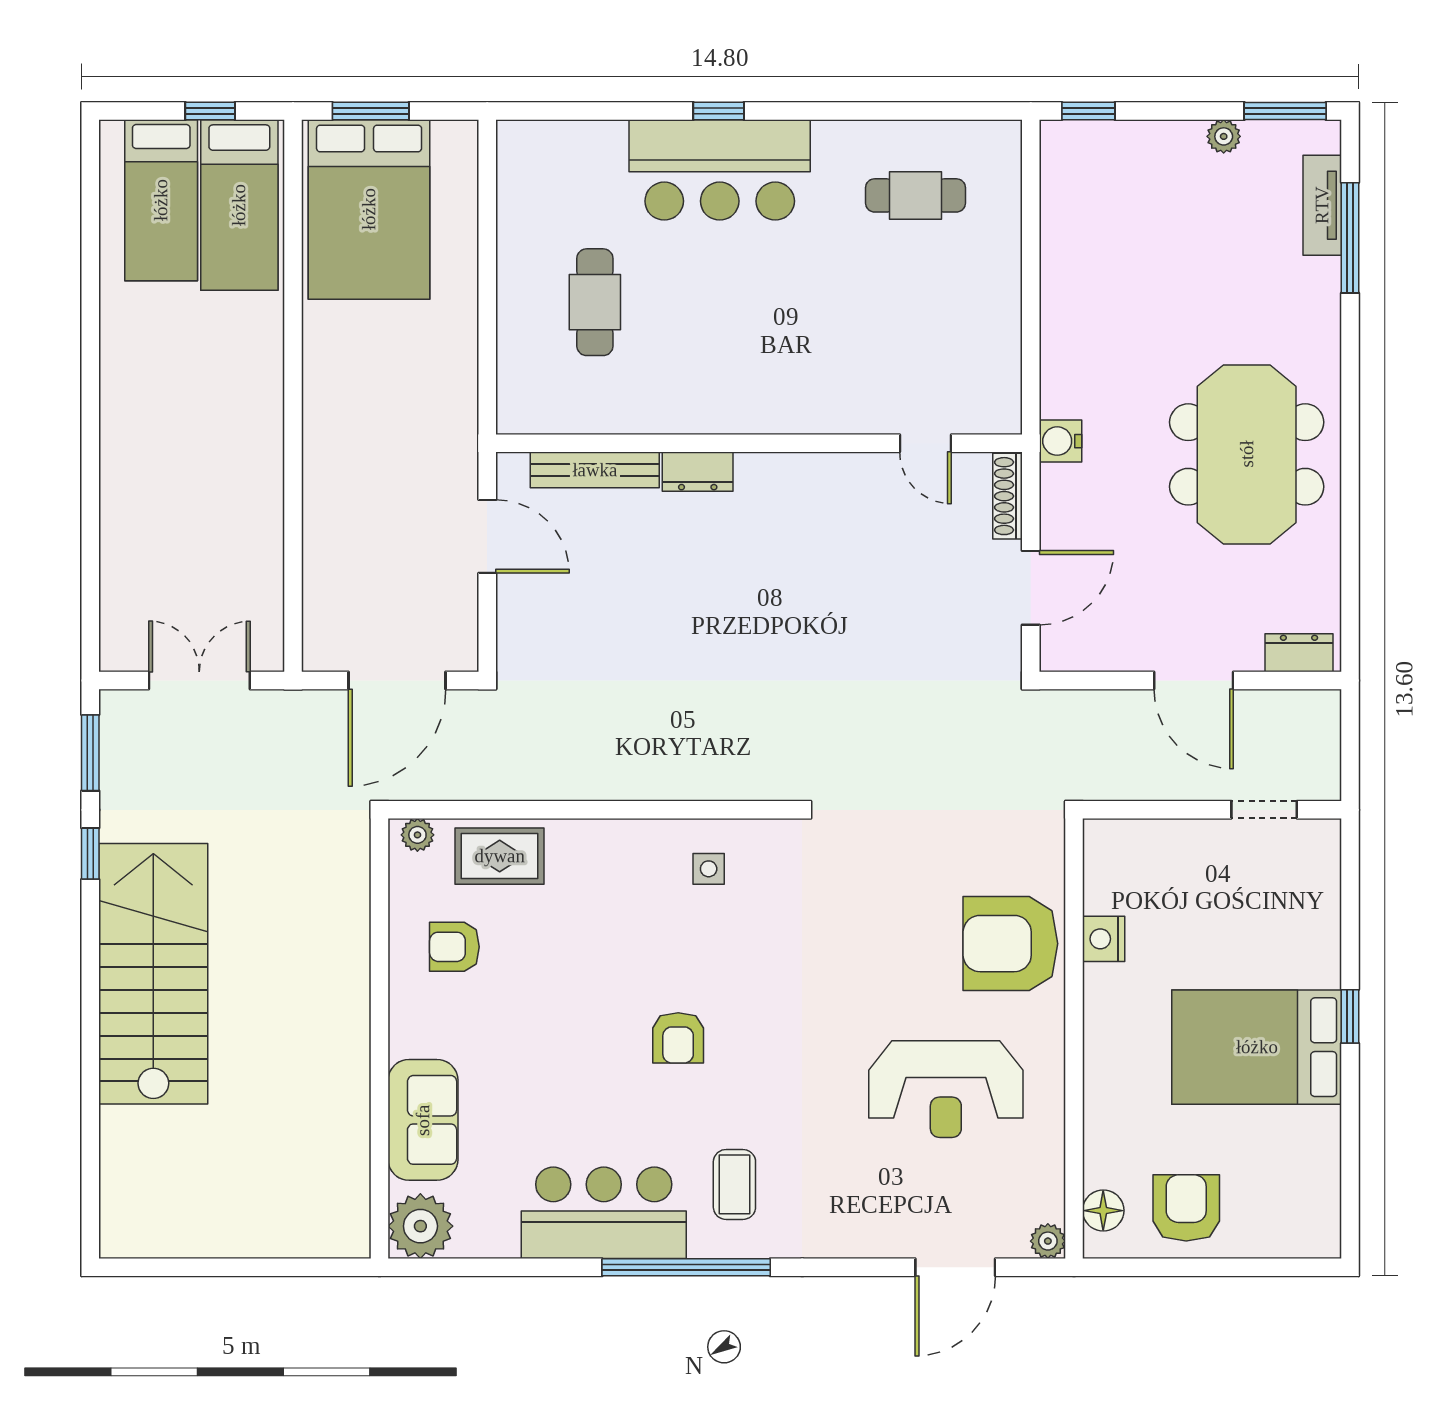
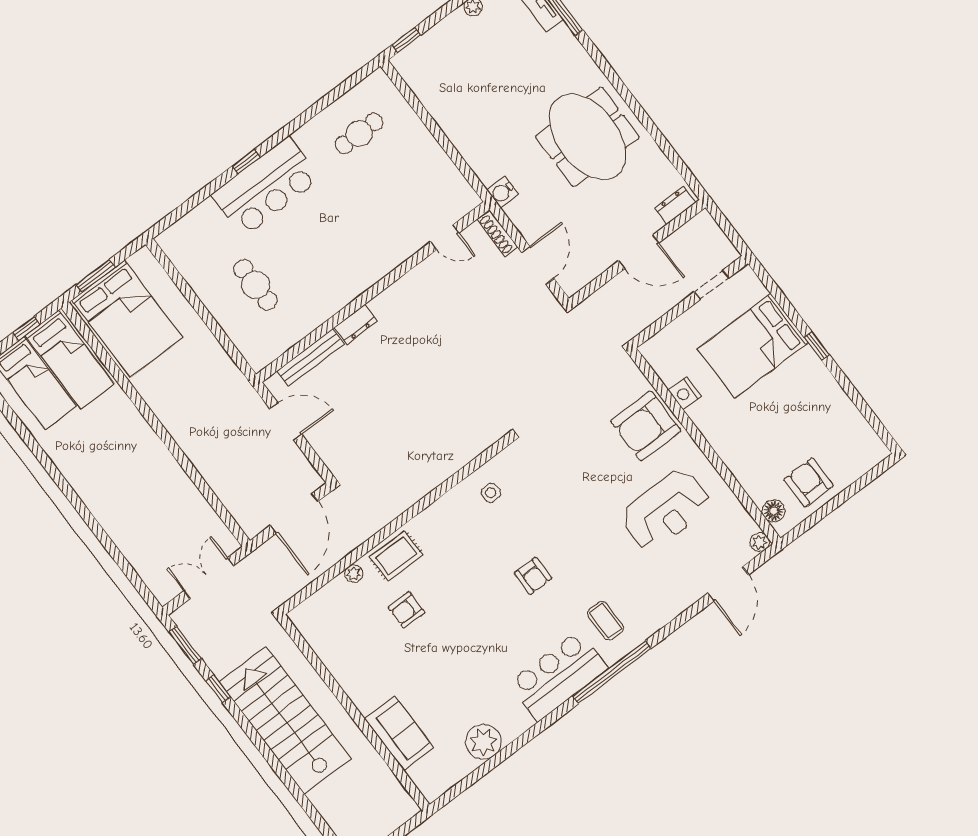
wall: (379, 1039) -> (354, 712), moved
bed: (1257, 1047) -> (753, 346), moved
sofa: (423, 1120) -> (399, 733), moved

